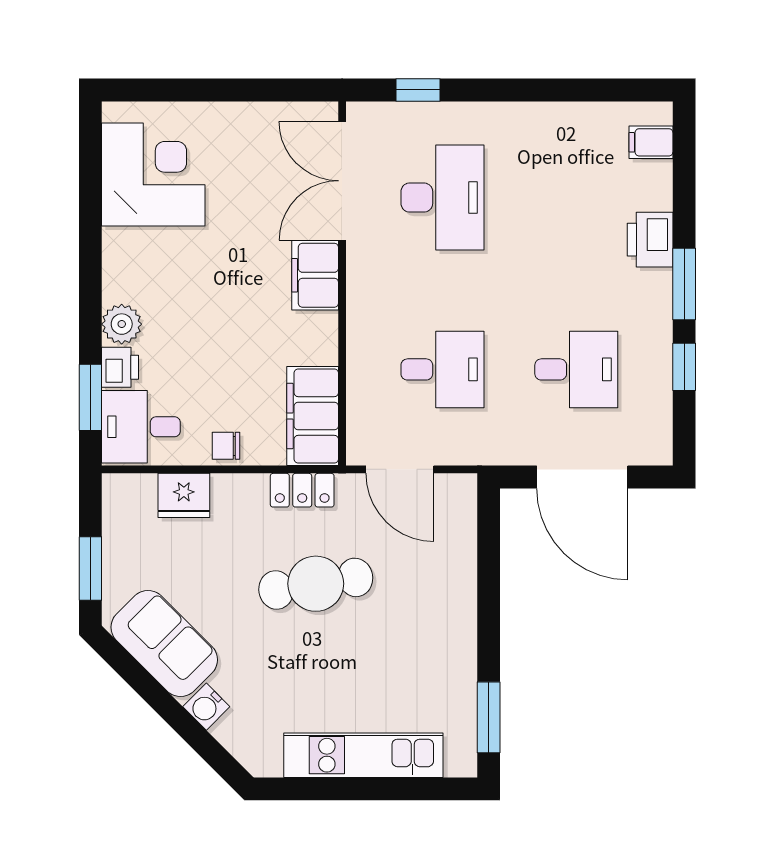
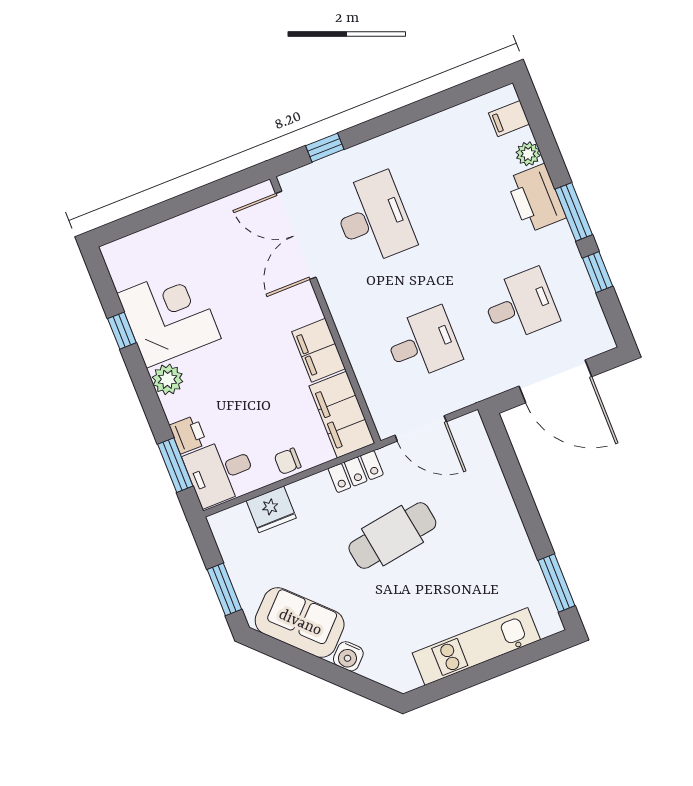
corner desk: (153, 174) -> (169, 316), moved
plant: (657, 193) -> (528, 154), added
window: (90, 212) -> (122, 331), added
printer: (650, 240) -> (536, 198), width x1.37, depth x1.19
filing cabinet: (315, 275) -> (319, 350), moved
plant: (122, 324) -> (168, 379), moved

